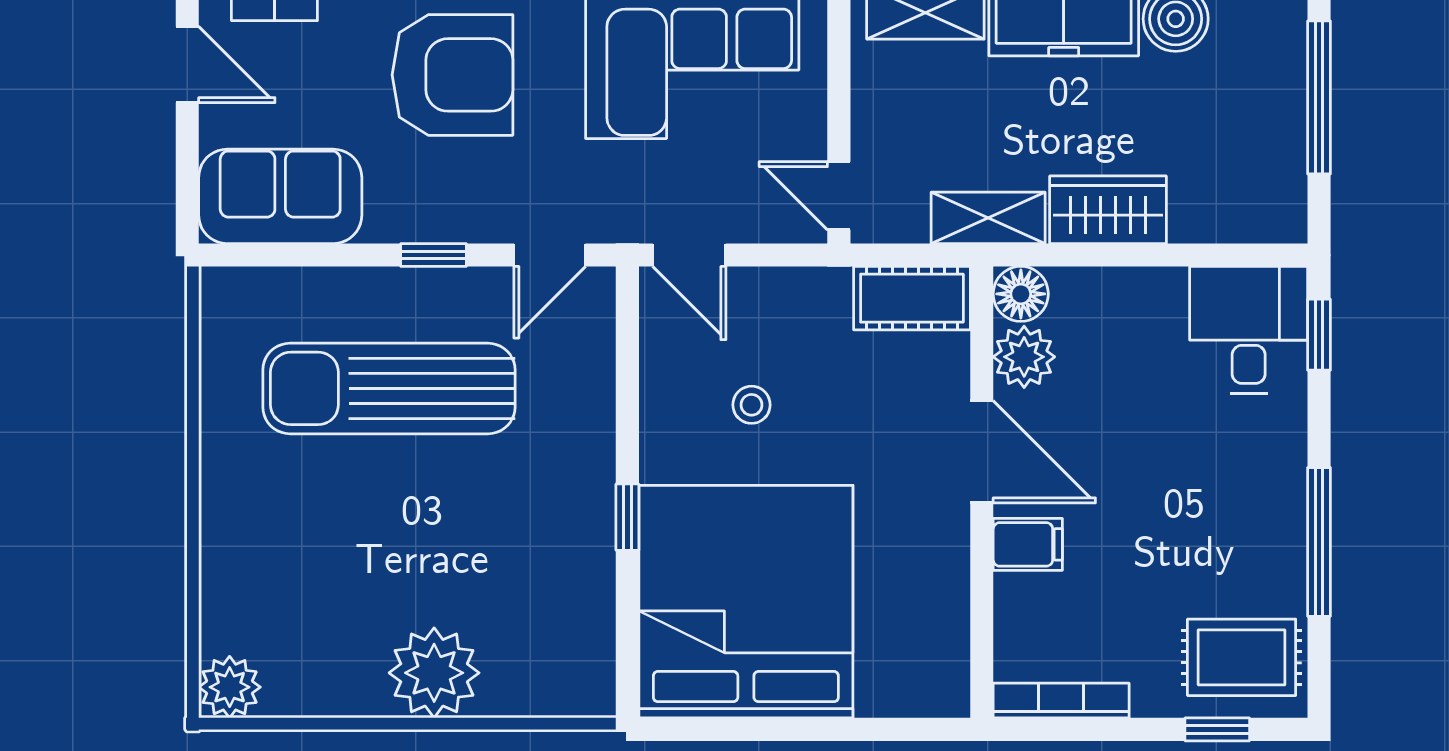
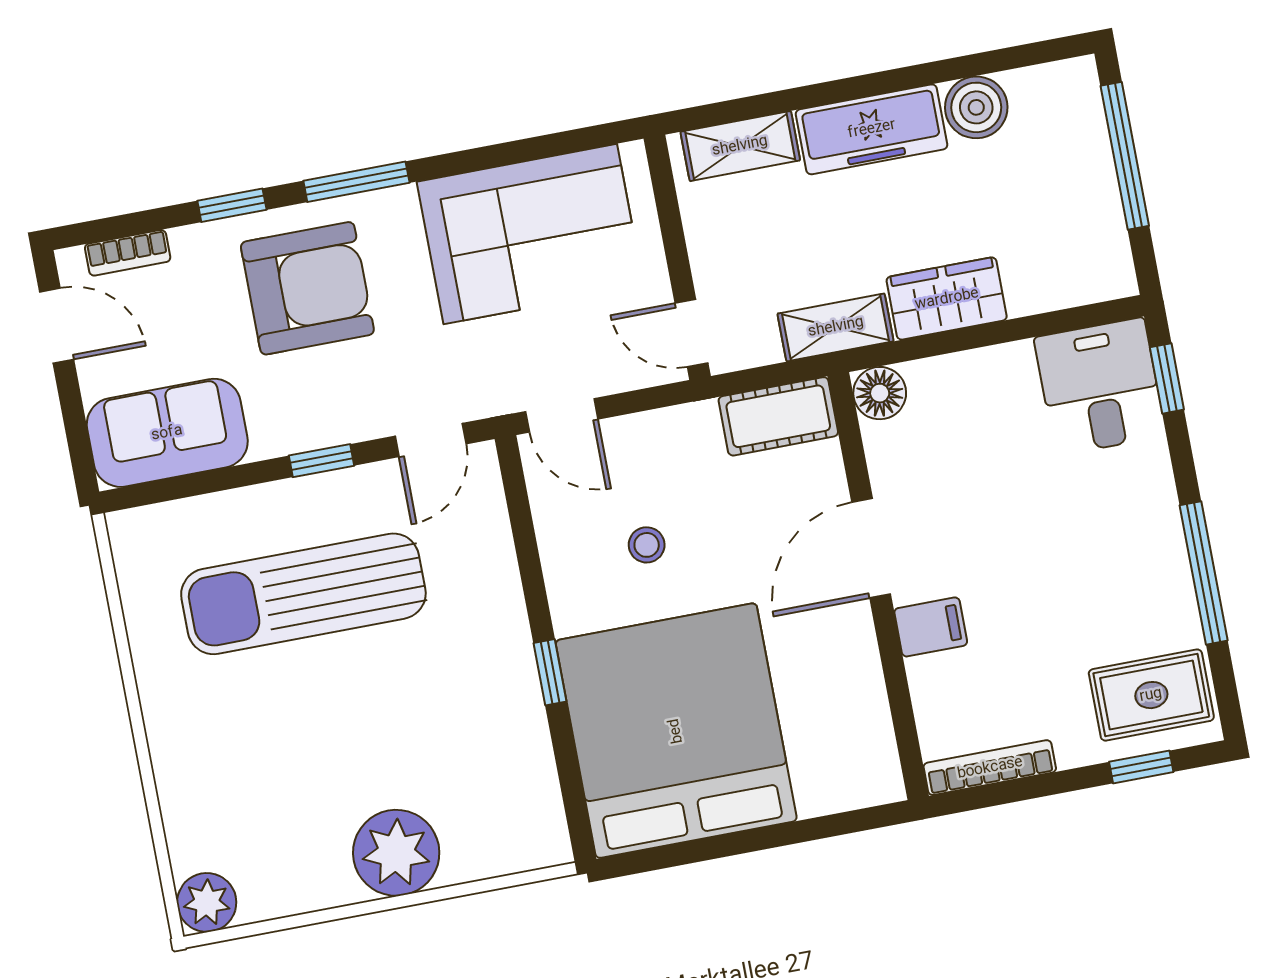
plant: (1024, 357) -> (894, 452), removed
door: (982, 452) -> (871, 548), swing flipped

